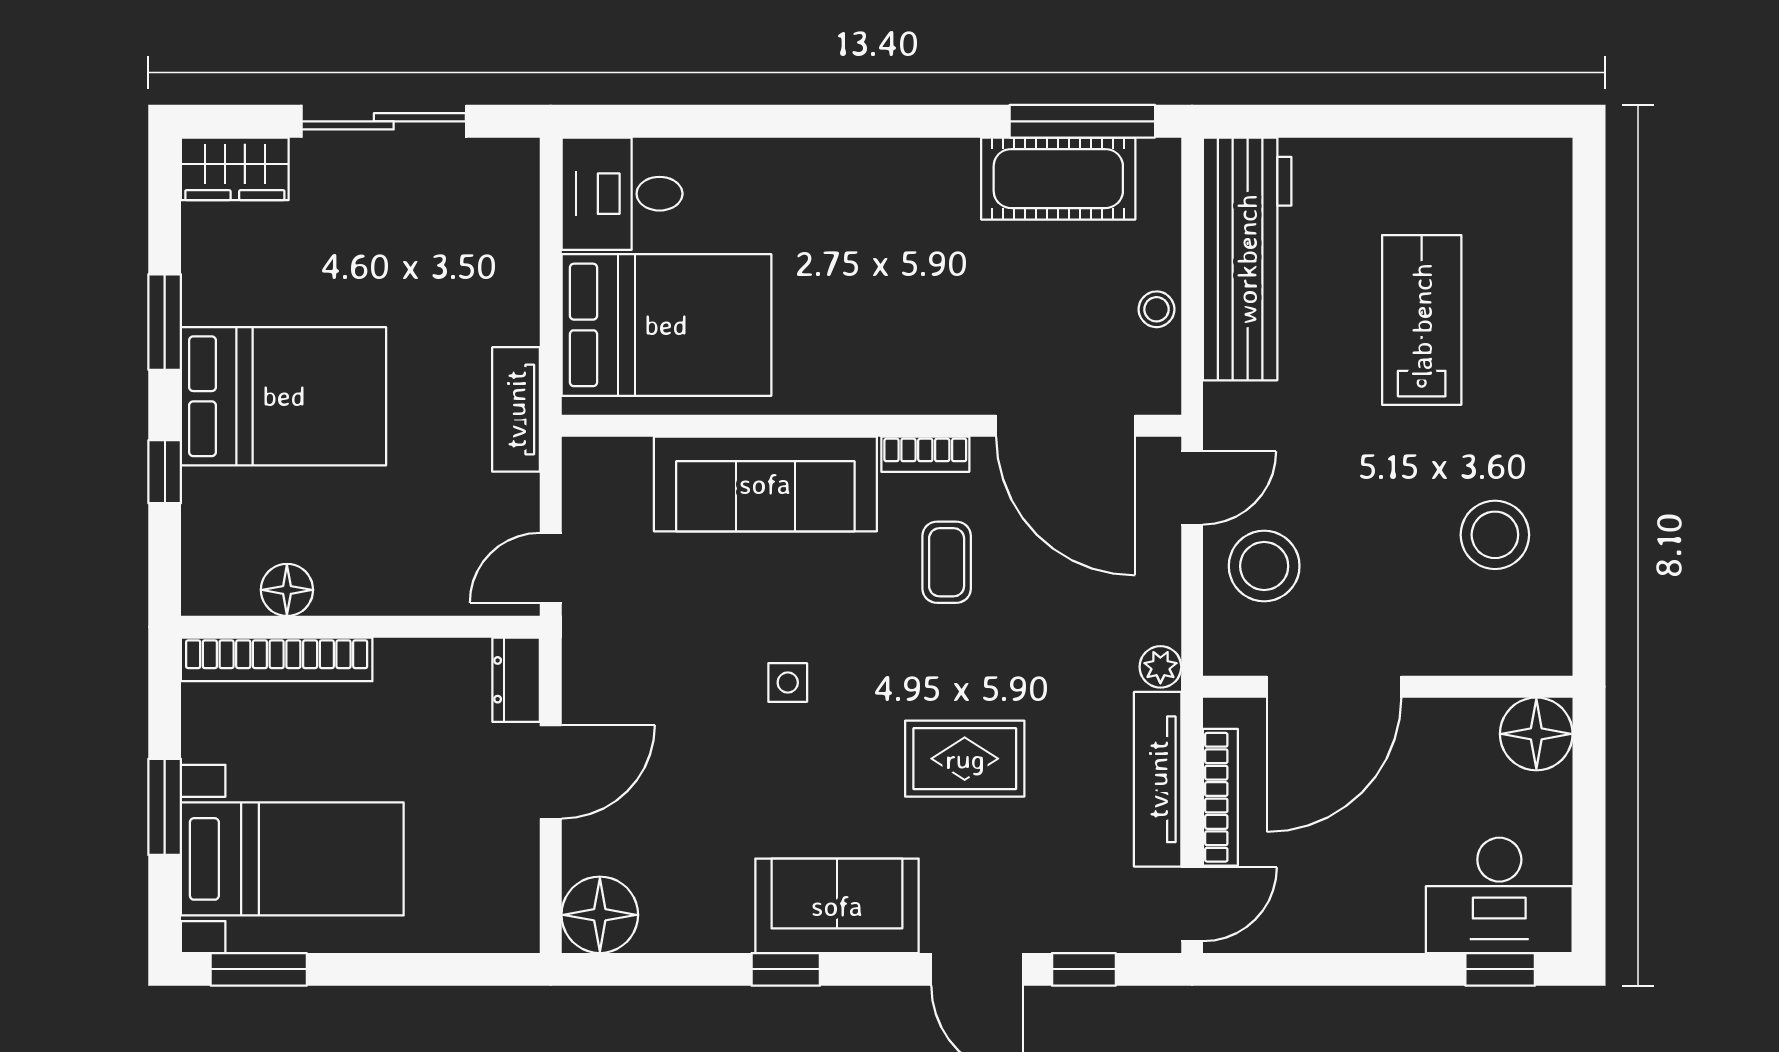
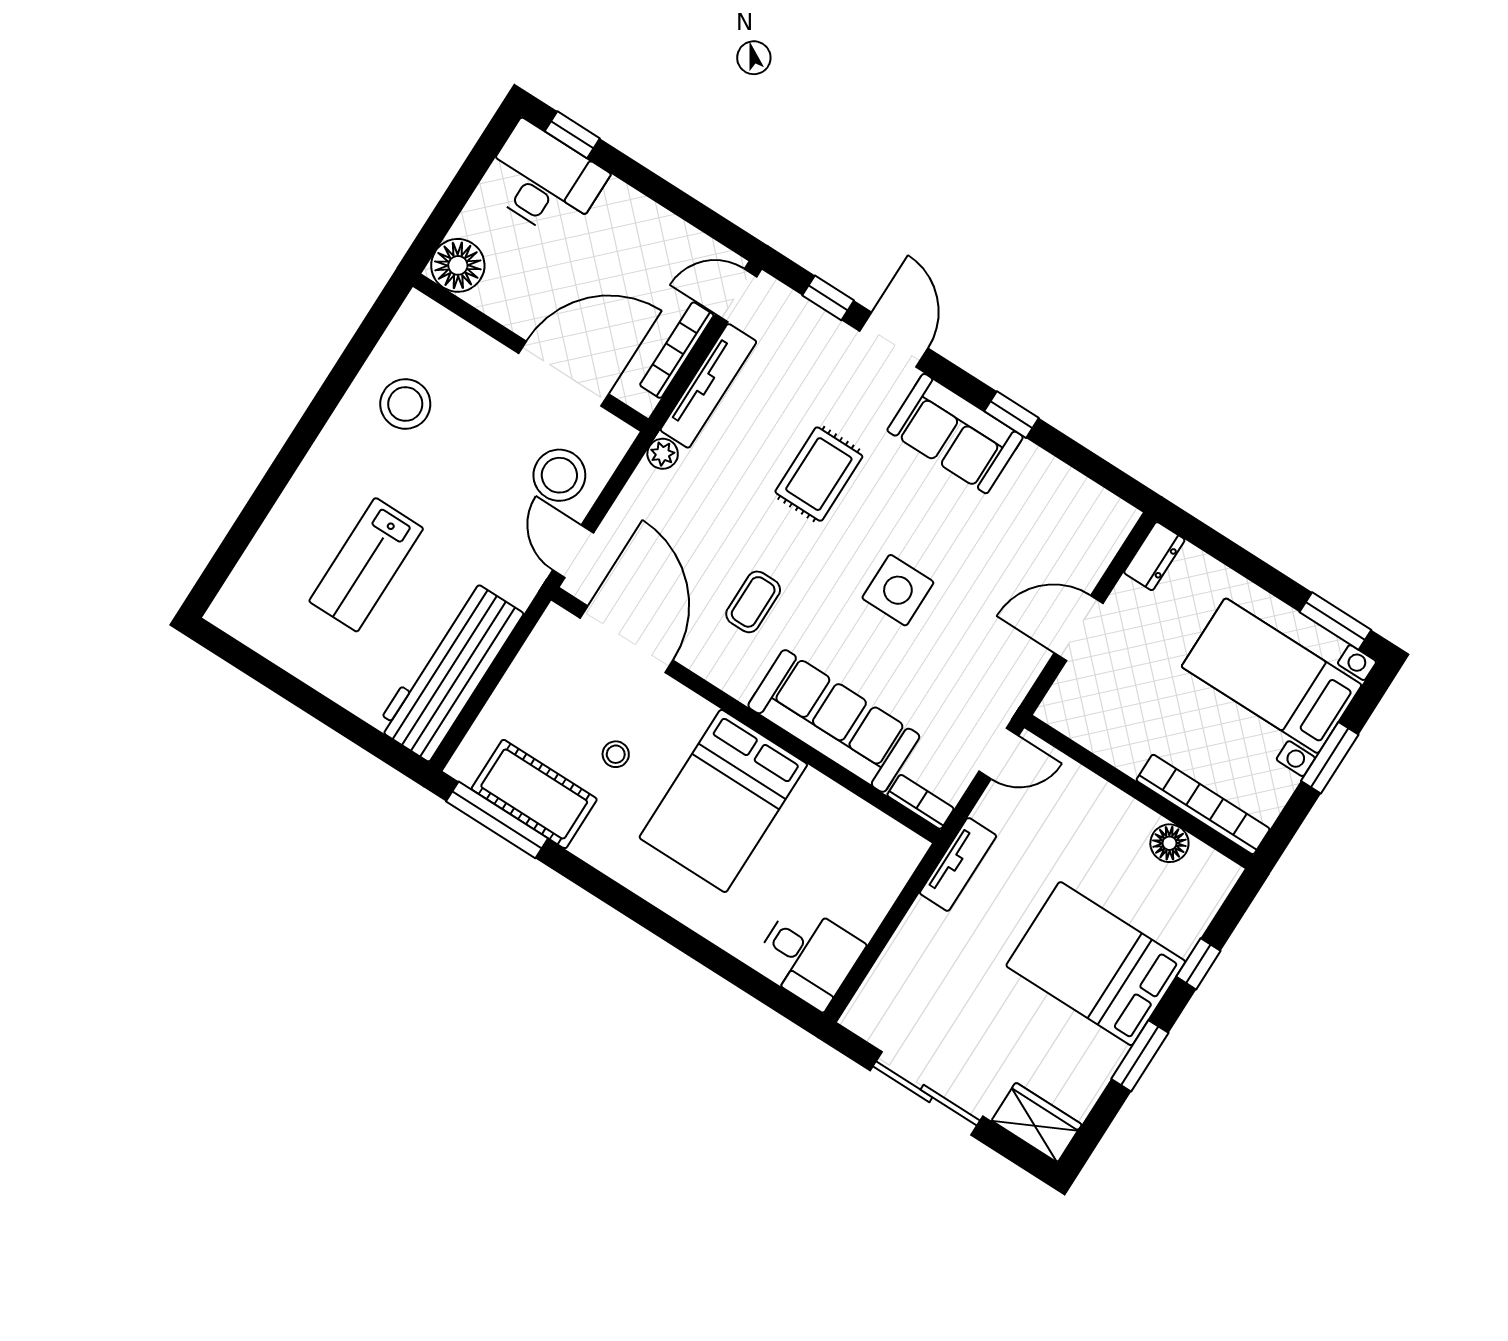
stool: (1157, 309) -> (616, 754), moved
bed: (666, 325) -> (723, 801), moved, turned -90
bookcase: (925, 454) -> (920, 802), moved
door: (1192, 488) -> (573, 551), hinge flipped
dresser: (516, 680) -> (1154, 556), moved
side table: (788, 683) -> (898, 590), width x1.87, depth x1.87
rug: (965, 759) -> (819, 474), turned 90
floor lamp: (600, 915) -> (1104, 521), removed

